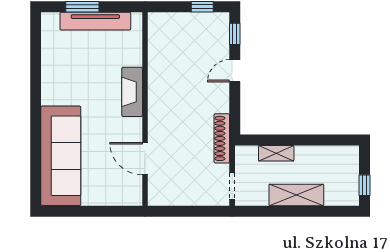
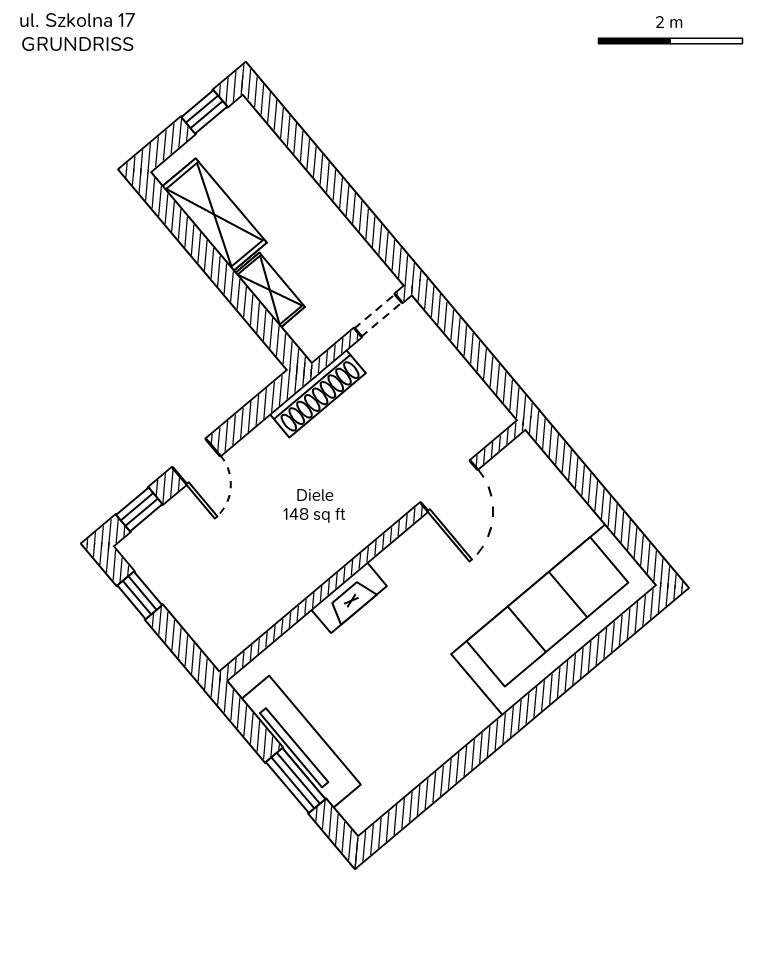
door: (235, 71) -> (196, 462), hinge flipped
fireplace: (132, 92) -> (349, 598), width x0.73, depth x0.76
shelving: (296, 195) -> (214, 215), moved

